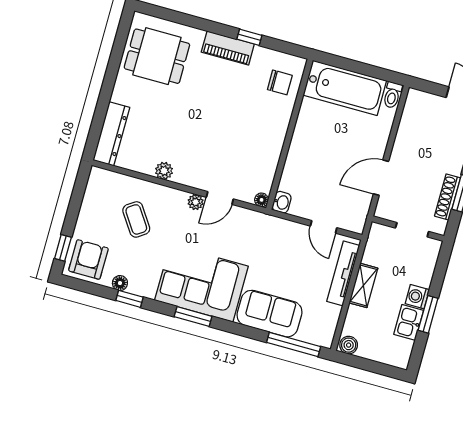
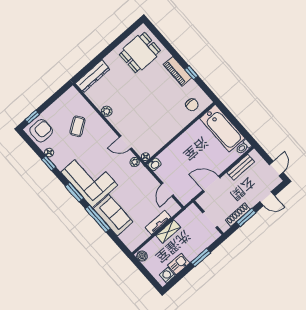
dining table: (157, 56) -> (140, 53), turned 90
bench: (407, 127) -> (241, 167), added
plant: (196, 202) -> (135, 162), moved
tv unit: (343, 273) -> (158, 223), width x0.71
washing machine: (417, 297) -> (167, 275), moved
window: (428, 314) -> (201, 257), moved
window: (294, 344) -> (98, 219), moved

